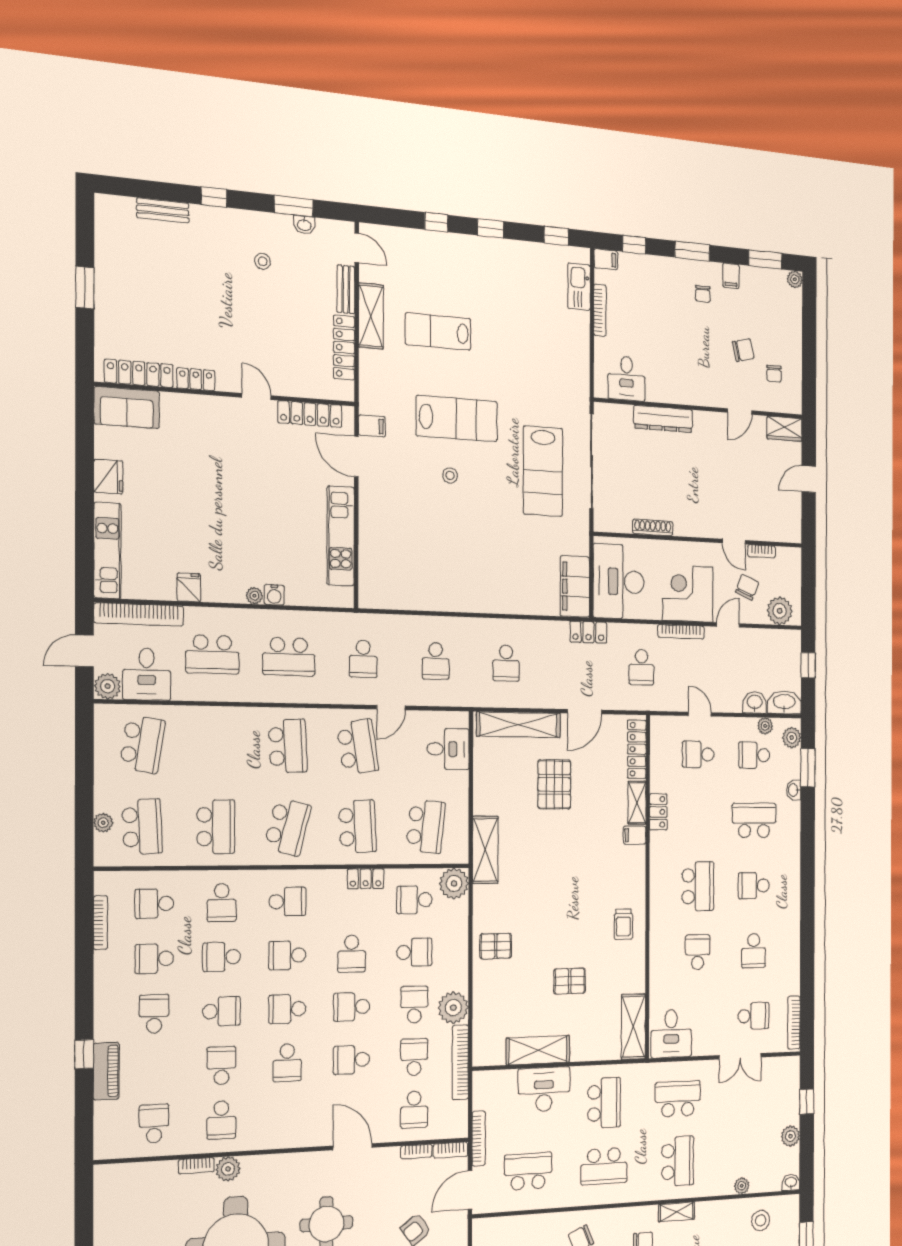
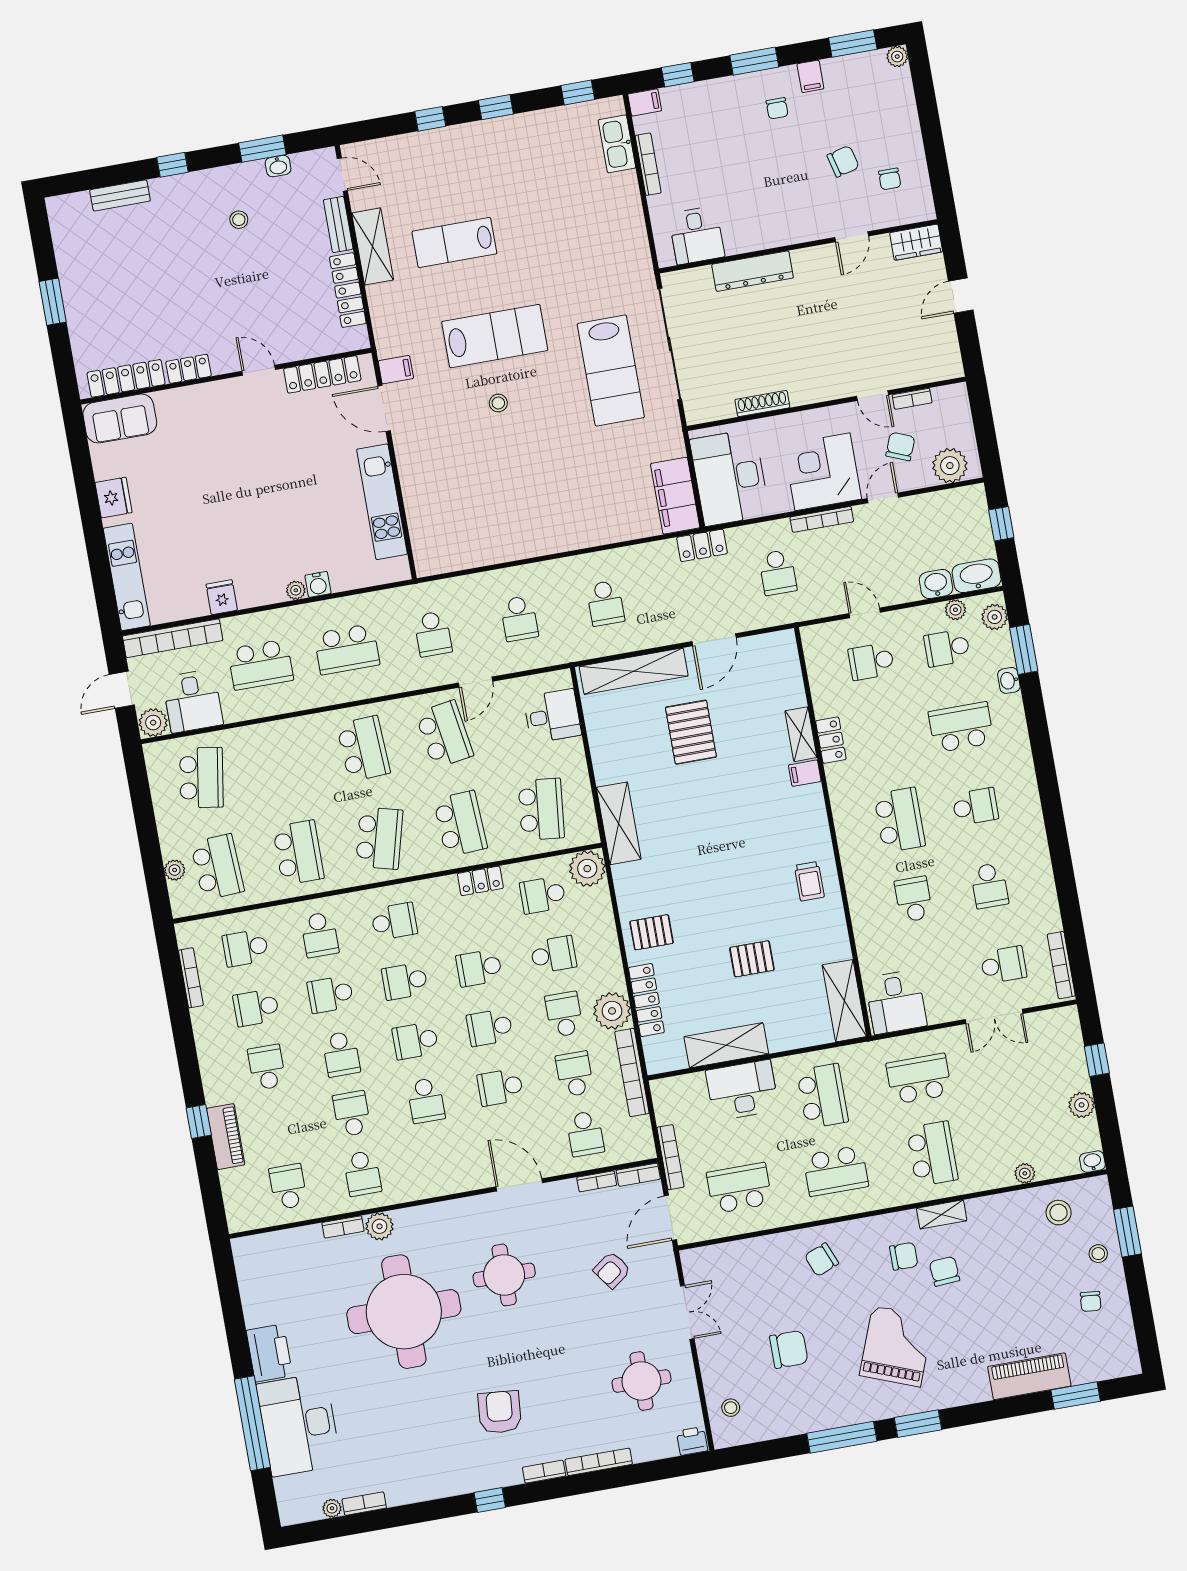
locker: (637, 749) -> (646, 1000), moved, turned 180
school desk: (754, 886) -> (975, 806), turned 180
school desk: (352, 954) -> (479, 968), turned 90
school desk: (222, 1011) -> (341, 1054), turned 90

